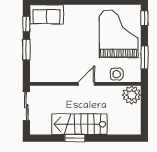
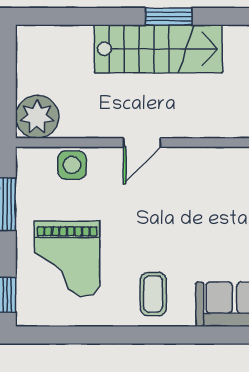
coffee table: (82, 19) -> (153, 294), added
grand piano: (119, 34) -> (67, 259), width x0.73, depth x0.68

